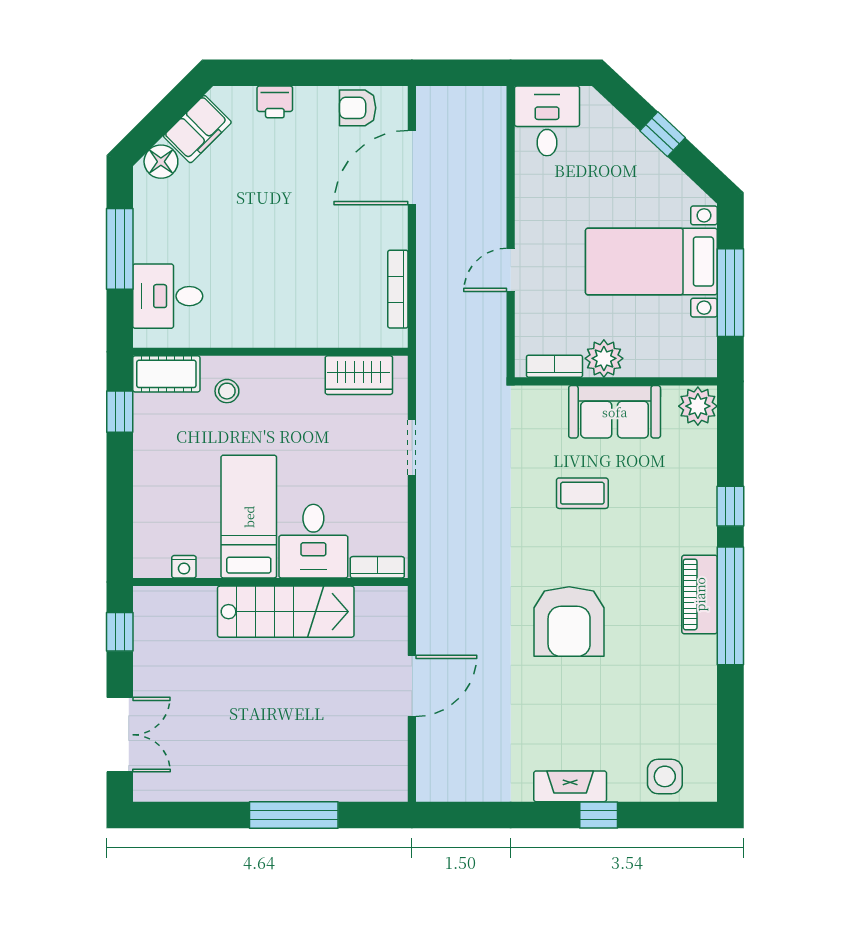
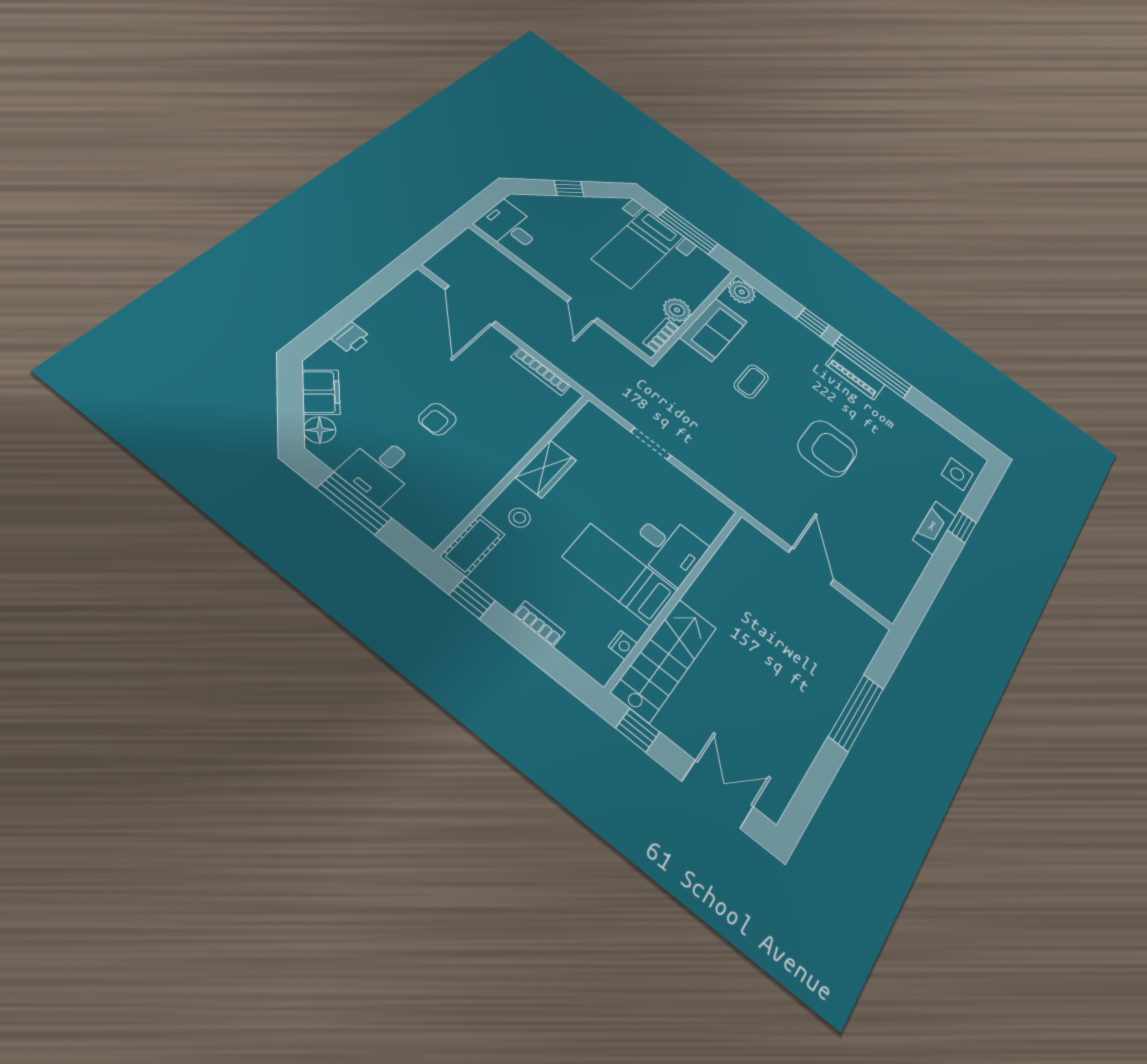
armchair: (358, 108) -> (437, 419), moved
desk: (168, 296) -> (379, 469), moved
wardrobe: (359, 375) -> (546, 469), moved
bookcase: (377, 567) -> (539, 624), moved, turned 90
stairs: (286, 612) -> (665, 659), moved

